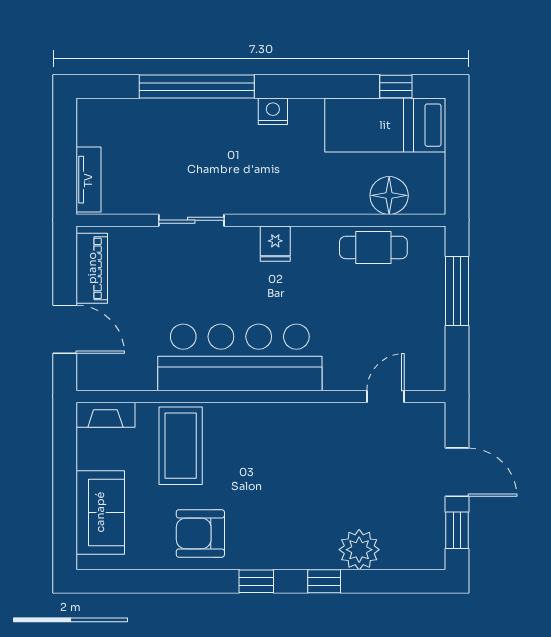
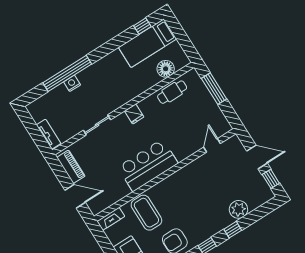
nightstand: (273, 111) -> (72, 83), moved
bar counter: (240, 357) -> (148, 165), width x0.73

